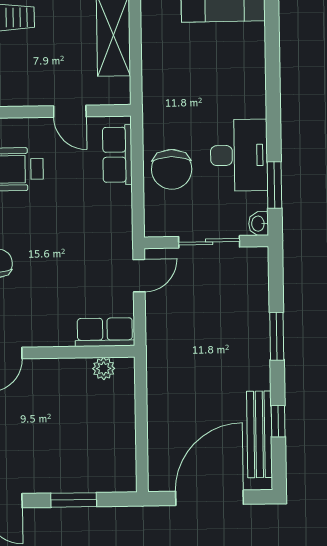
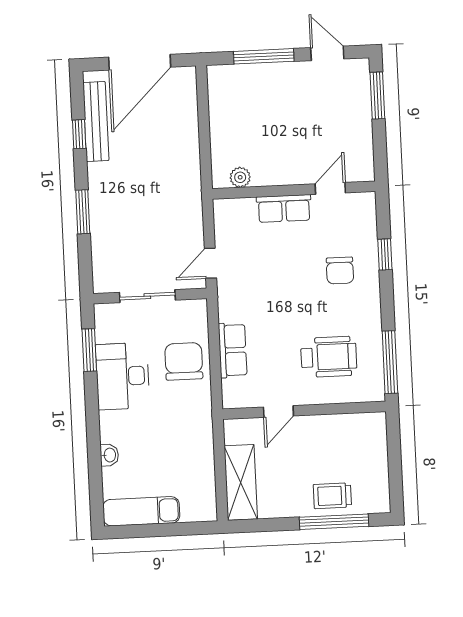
door: (70, 111) -> (278, 412), swing flipped
row of seats: (117, 155) -> (233, 350), moved
washbasin: (259, 224) -> (109, 455), moved
row of seats: (105, 332) -> (284, 208), moved
window: (74, 500) -> (264, 56), width x1.44

